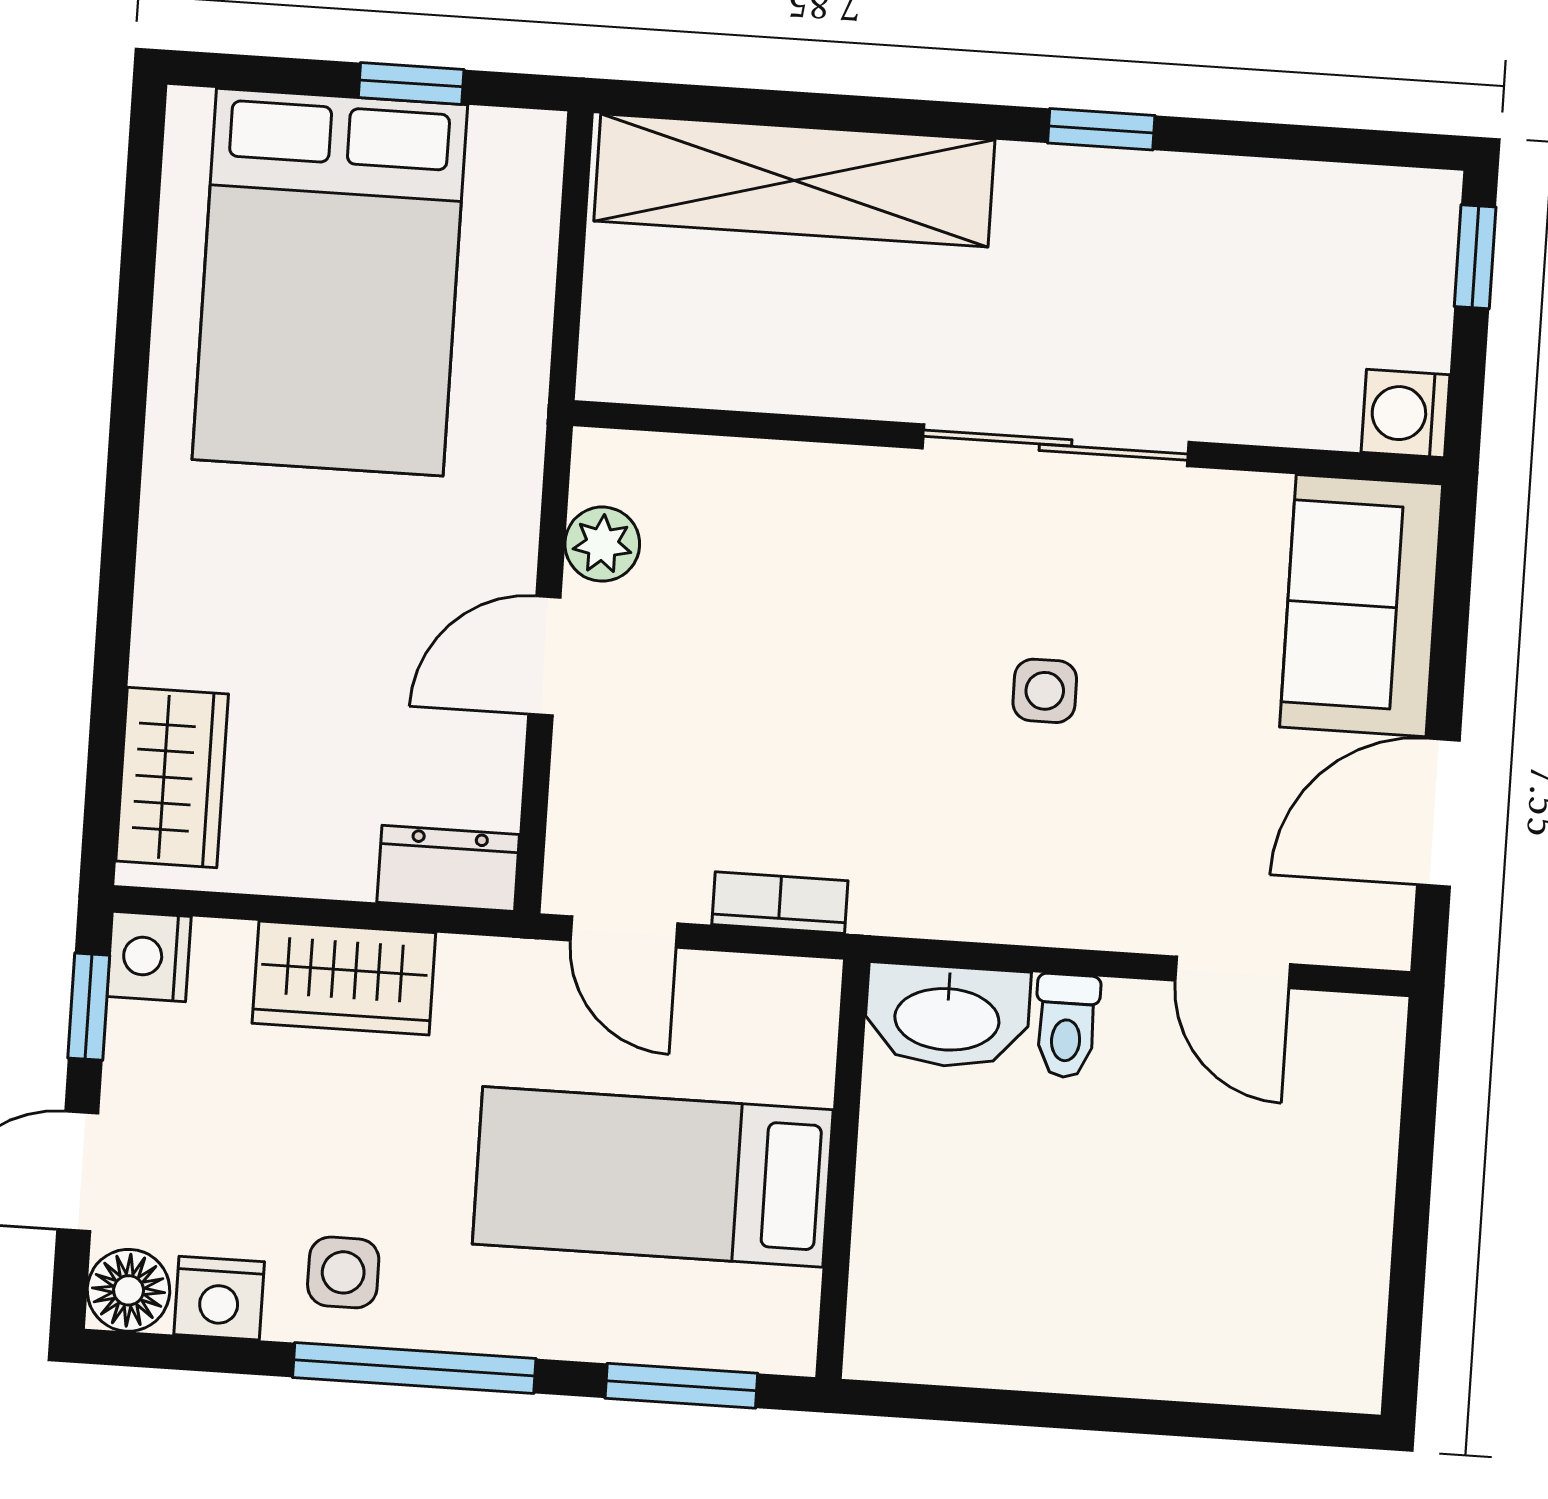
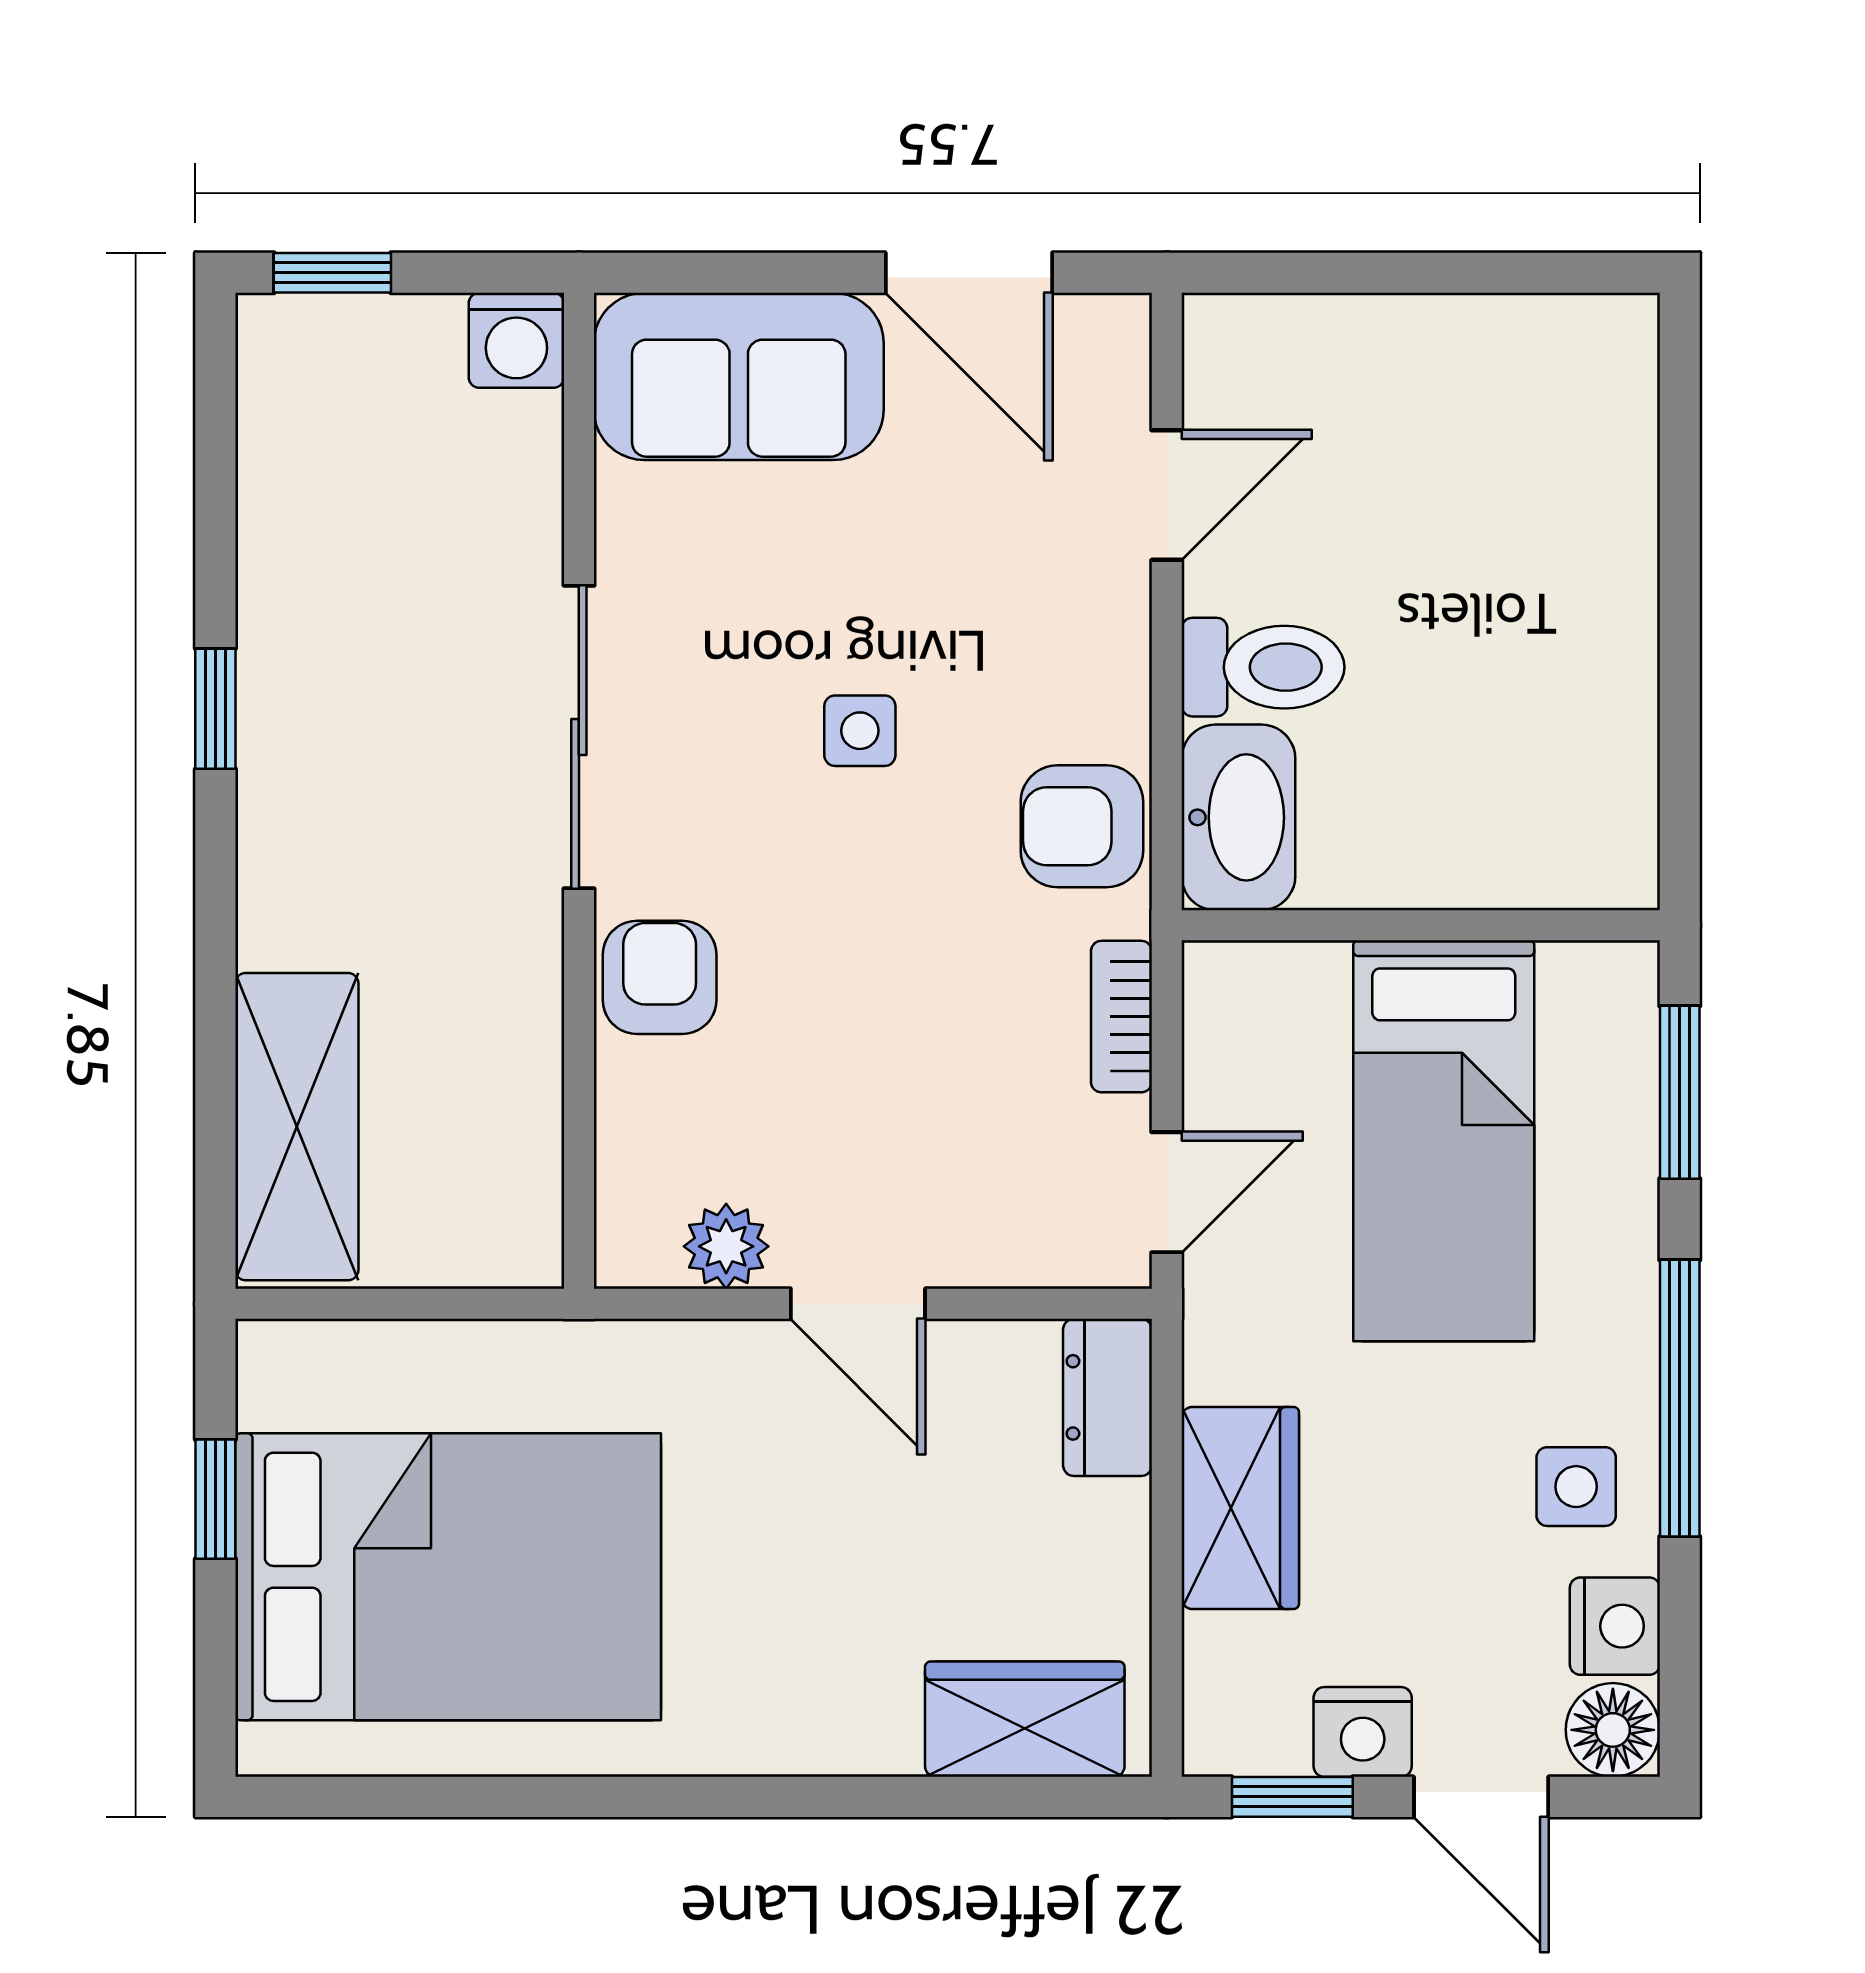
shelving: (794, 180) -> (297, 1127), width x0.68
armchair: (841, 502) -> (660, 977), added
armchair: (948, 879) -> (1082, 826), added
nightstand: (149, 956) -> (1363, 1732), moved
toilet: (1067, 1026) -> (1263, 667), width x1.37, depth x1.39

